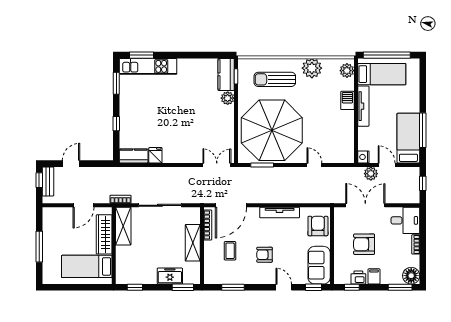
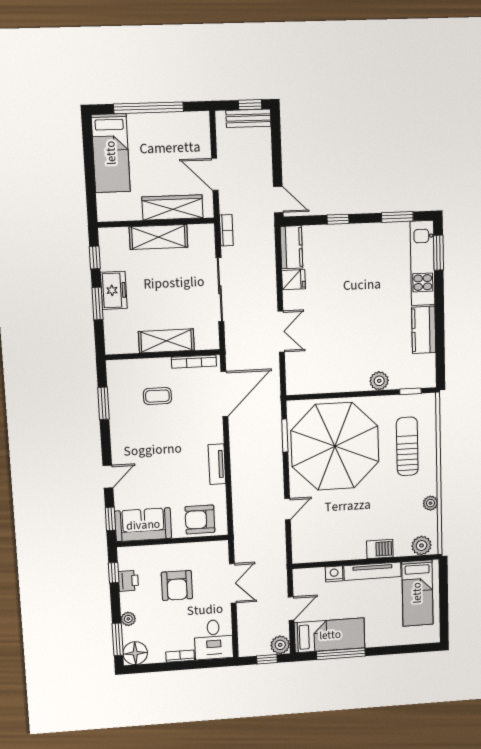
window: (387, 55) -> (444, 598), removed
plant: (312, 68) -> (430, 503), width x0.53, depth x0.53
kitchen counter: (226, 74) -> (424, 330), moved, turned -90
nightstand: (363, 157) -> (334, 574), moved
door: (71, 164) -> (278, 200), moved
double door: (217, 165) -> (281, 331), moved
plant: (371, 174) -> (280, 645), moved
door: (231, 205) -> (224, 394), swing flipped
double door: (365, 205) -> (233, 583), width x0.73
tv unit: (280, 213) -> (217, 464), width x0.71
shelving: (123, 226) -> (159, 237), moved
armchair: (318, 226) -> (200, 519), turned 180
armchair: (364, 244) -> (177, 585), turned 180
window: (39, 247) -> (149, 108), width x1.46
armchair: (265, 255) -> (154, 446), removed
bed: (87, 266) -> (111, 153), moved, turned 180
freezer: (170, 276) -> (114, 290), moved
filing cabinet: (374, 276) -> (131, 602), removed
plant: (386, 279) -> (128, 619), added
window: (183, 287) -> (98, 304), moved

